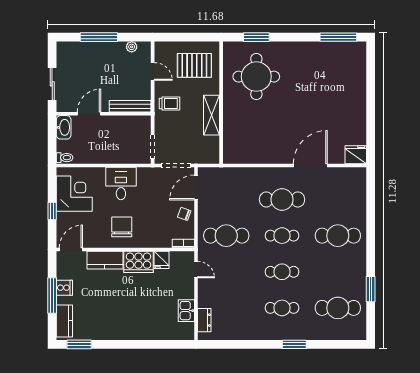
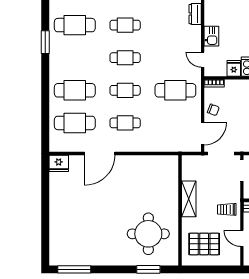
cafe table: (282, 199) -> (125, 123), width x0.73, depth x0.74
cafe table: (338, 199) -> (75, 123), added
kitchen sink: (186, 311) -> (211, 36), moved

